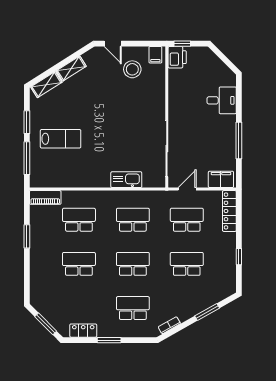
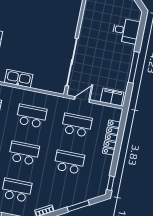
kitchen sink: (126, 180) -> (19, 79), moved
locker: (229, 211) -> (111, 138), moved
window: (239, 257) -> (111, 183), moved

